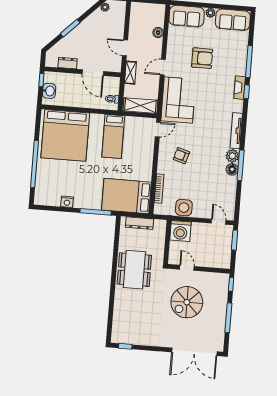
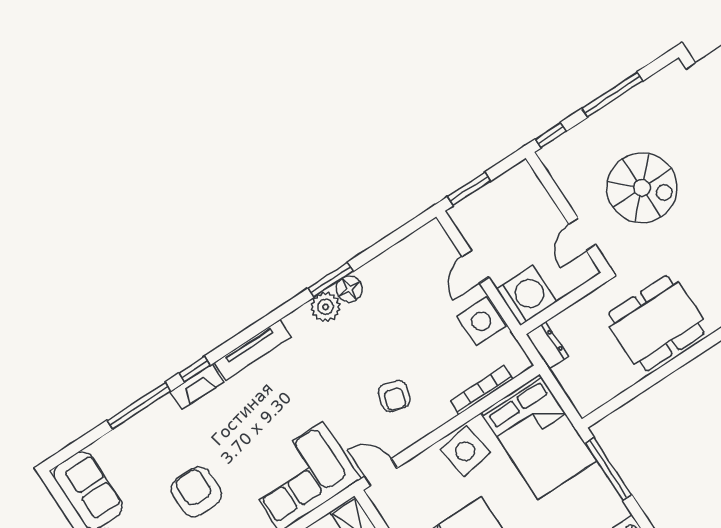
tv unit: (236, 131) -> (253, 350), moved
window: (241, 165) -> (331, 280), width x0.69
side table: (142, 166) -> (465, 451), added
door: (219, 222) -> (475, 267), moved
dresser: (139, 223) -> (547, 345), moved, width x0.70

